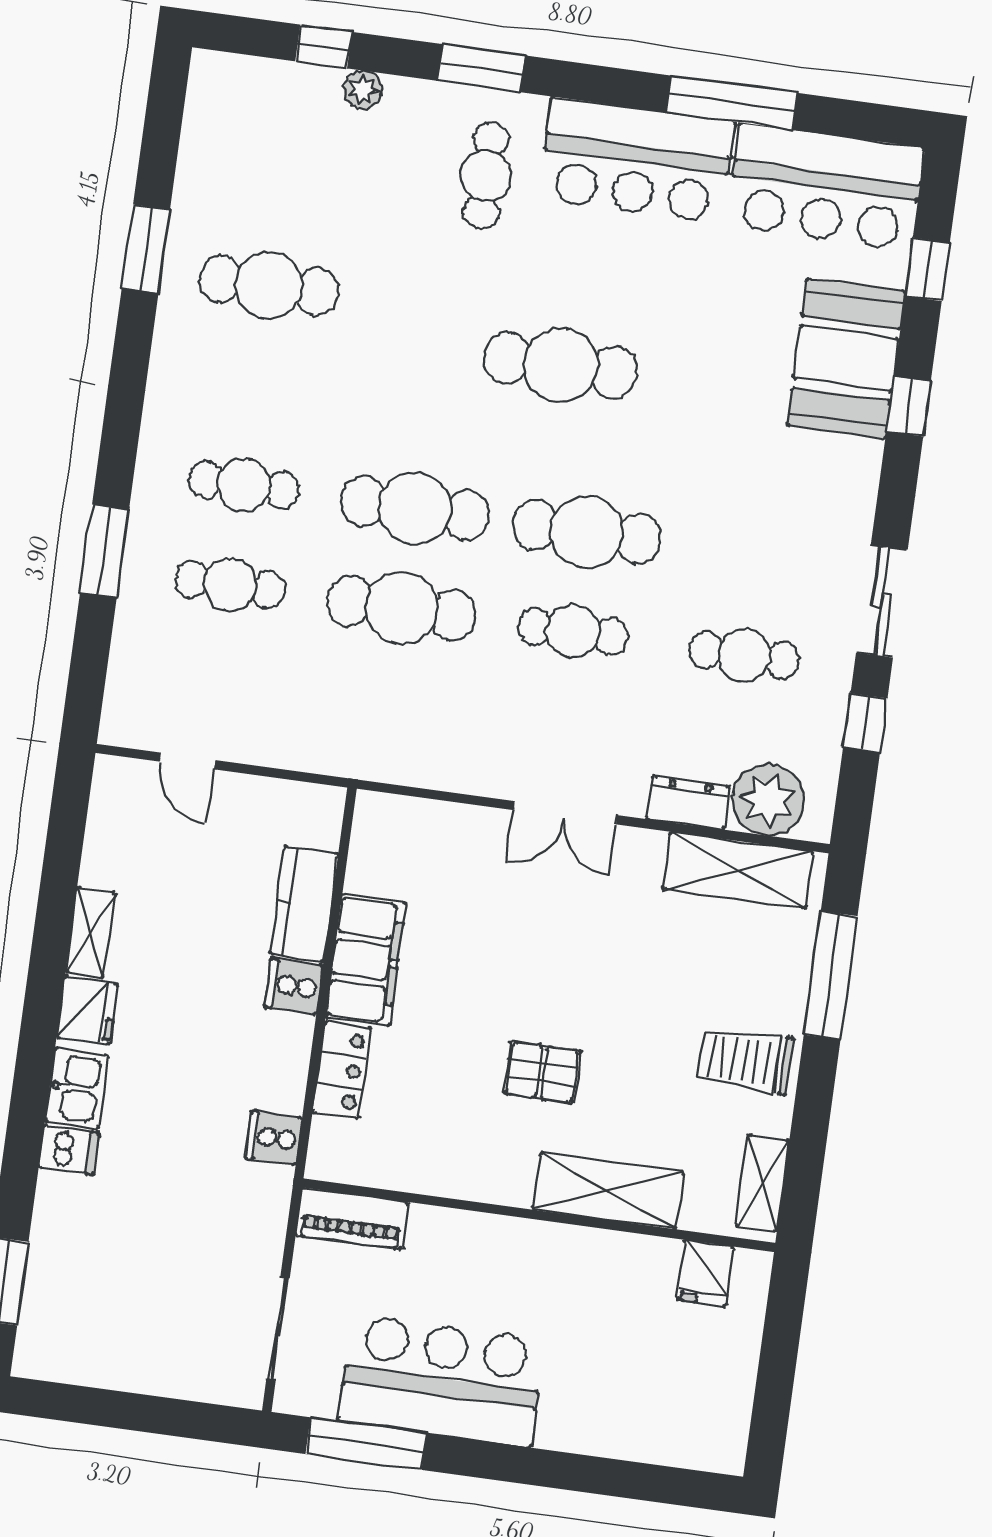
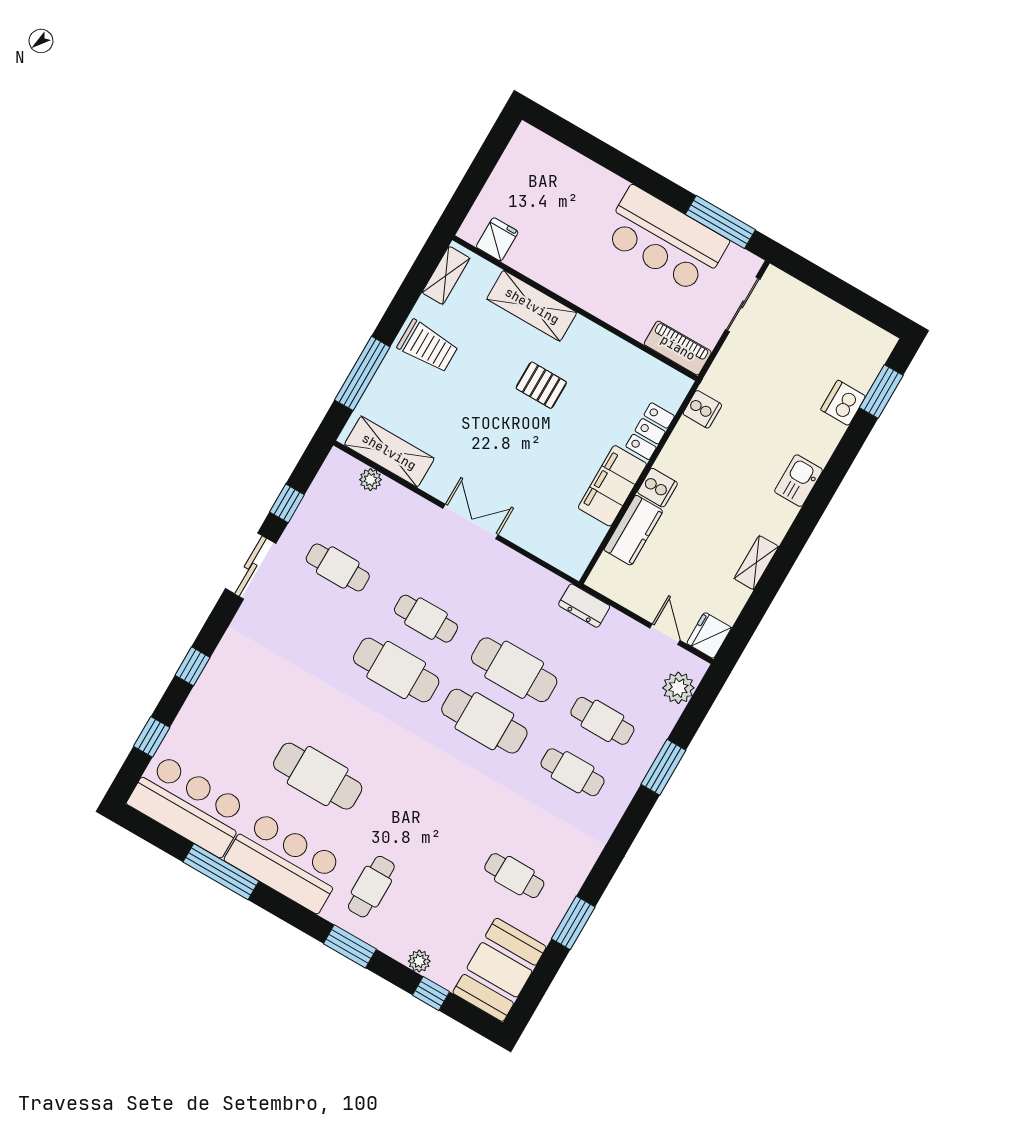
cafe table: (269, 285) -> (514, 876), width x0.73, depth x0.74
booth: (846, 358) -> (499, 970), moved
cafe table: (560, 365) -> (318, 776), moved
plant: (132, 685) -> (678, 688), added
plant: (768, 800) -> (370, 480), width x0.53, depth x0.53
dresser: (688, 803) -> (584, 606), moved
fridge: (87, 1010) -> (709, 635), moved
dishwasher: (69, 1150) -> (843, 403), moved, width x1.38

